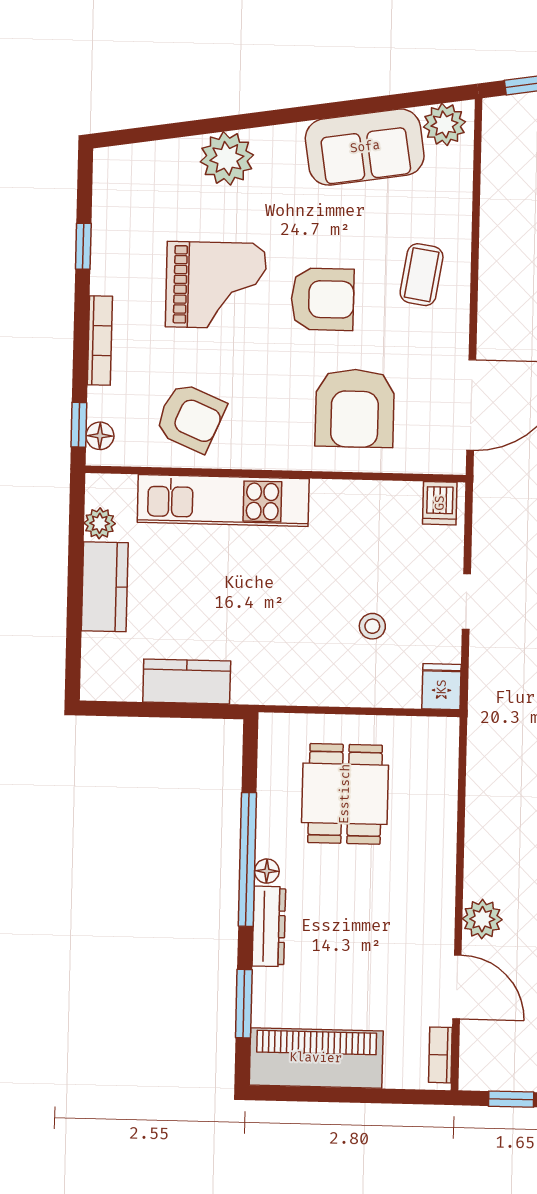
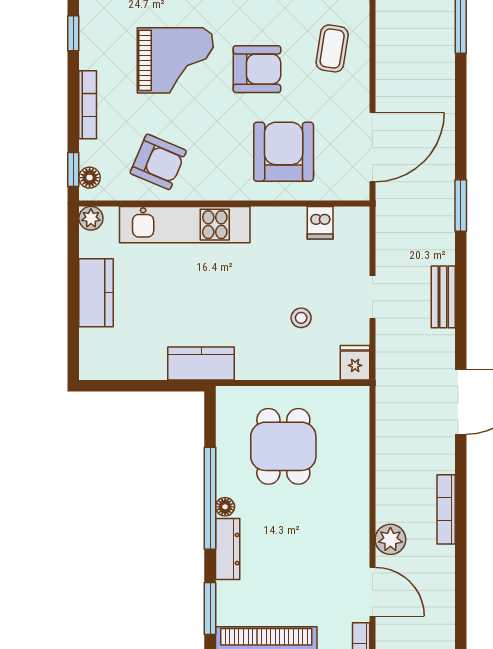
armchair: (355, 408) -> (284, 152), turned 180
dishwasher: (440, 503) -> (320, 223), moved
plant: (100, 523) -> (91, 218), moved
kitchen counter: (187, 681) -> (201, 364), moved

